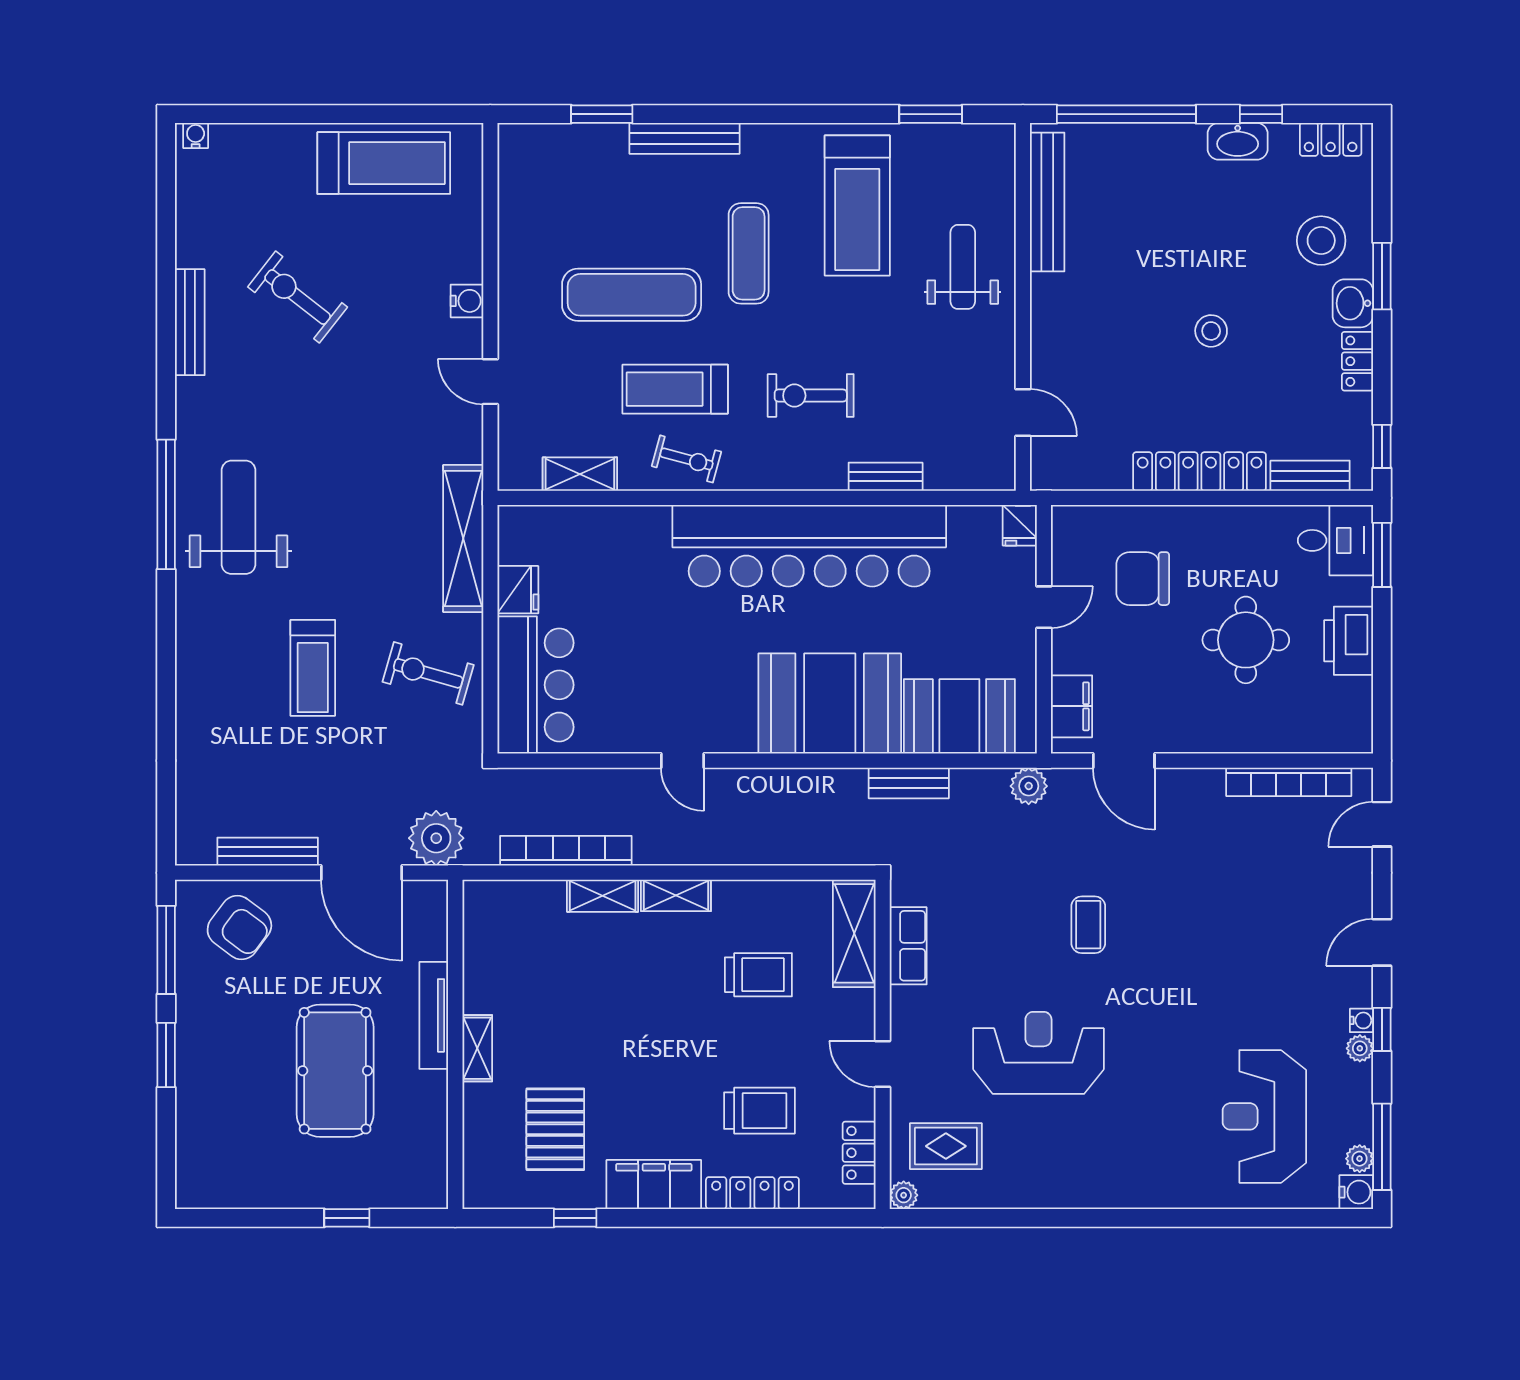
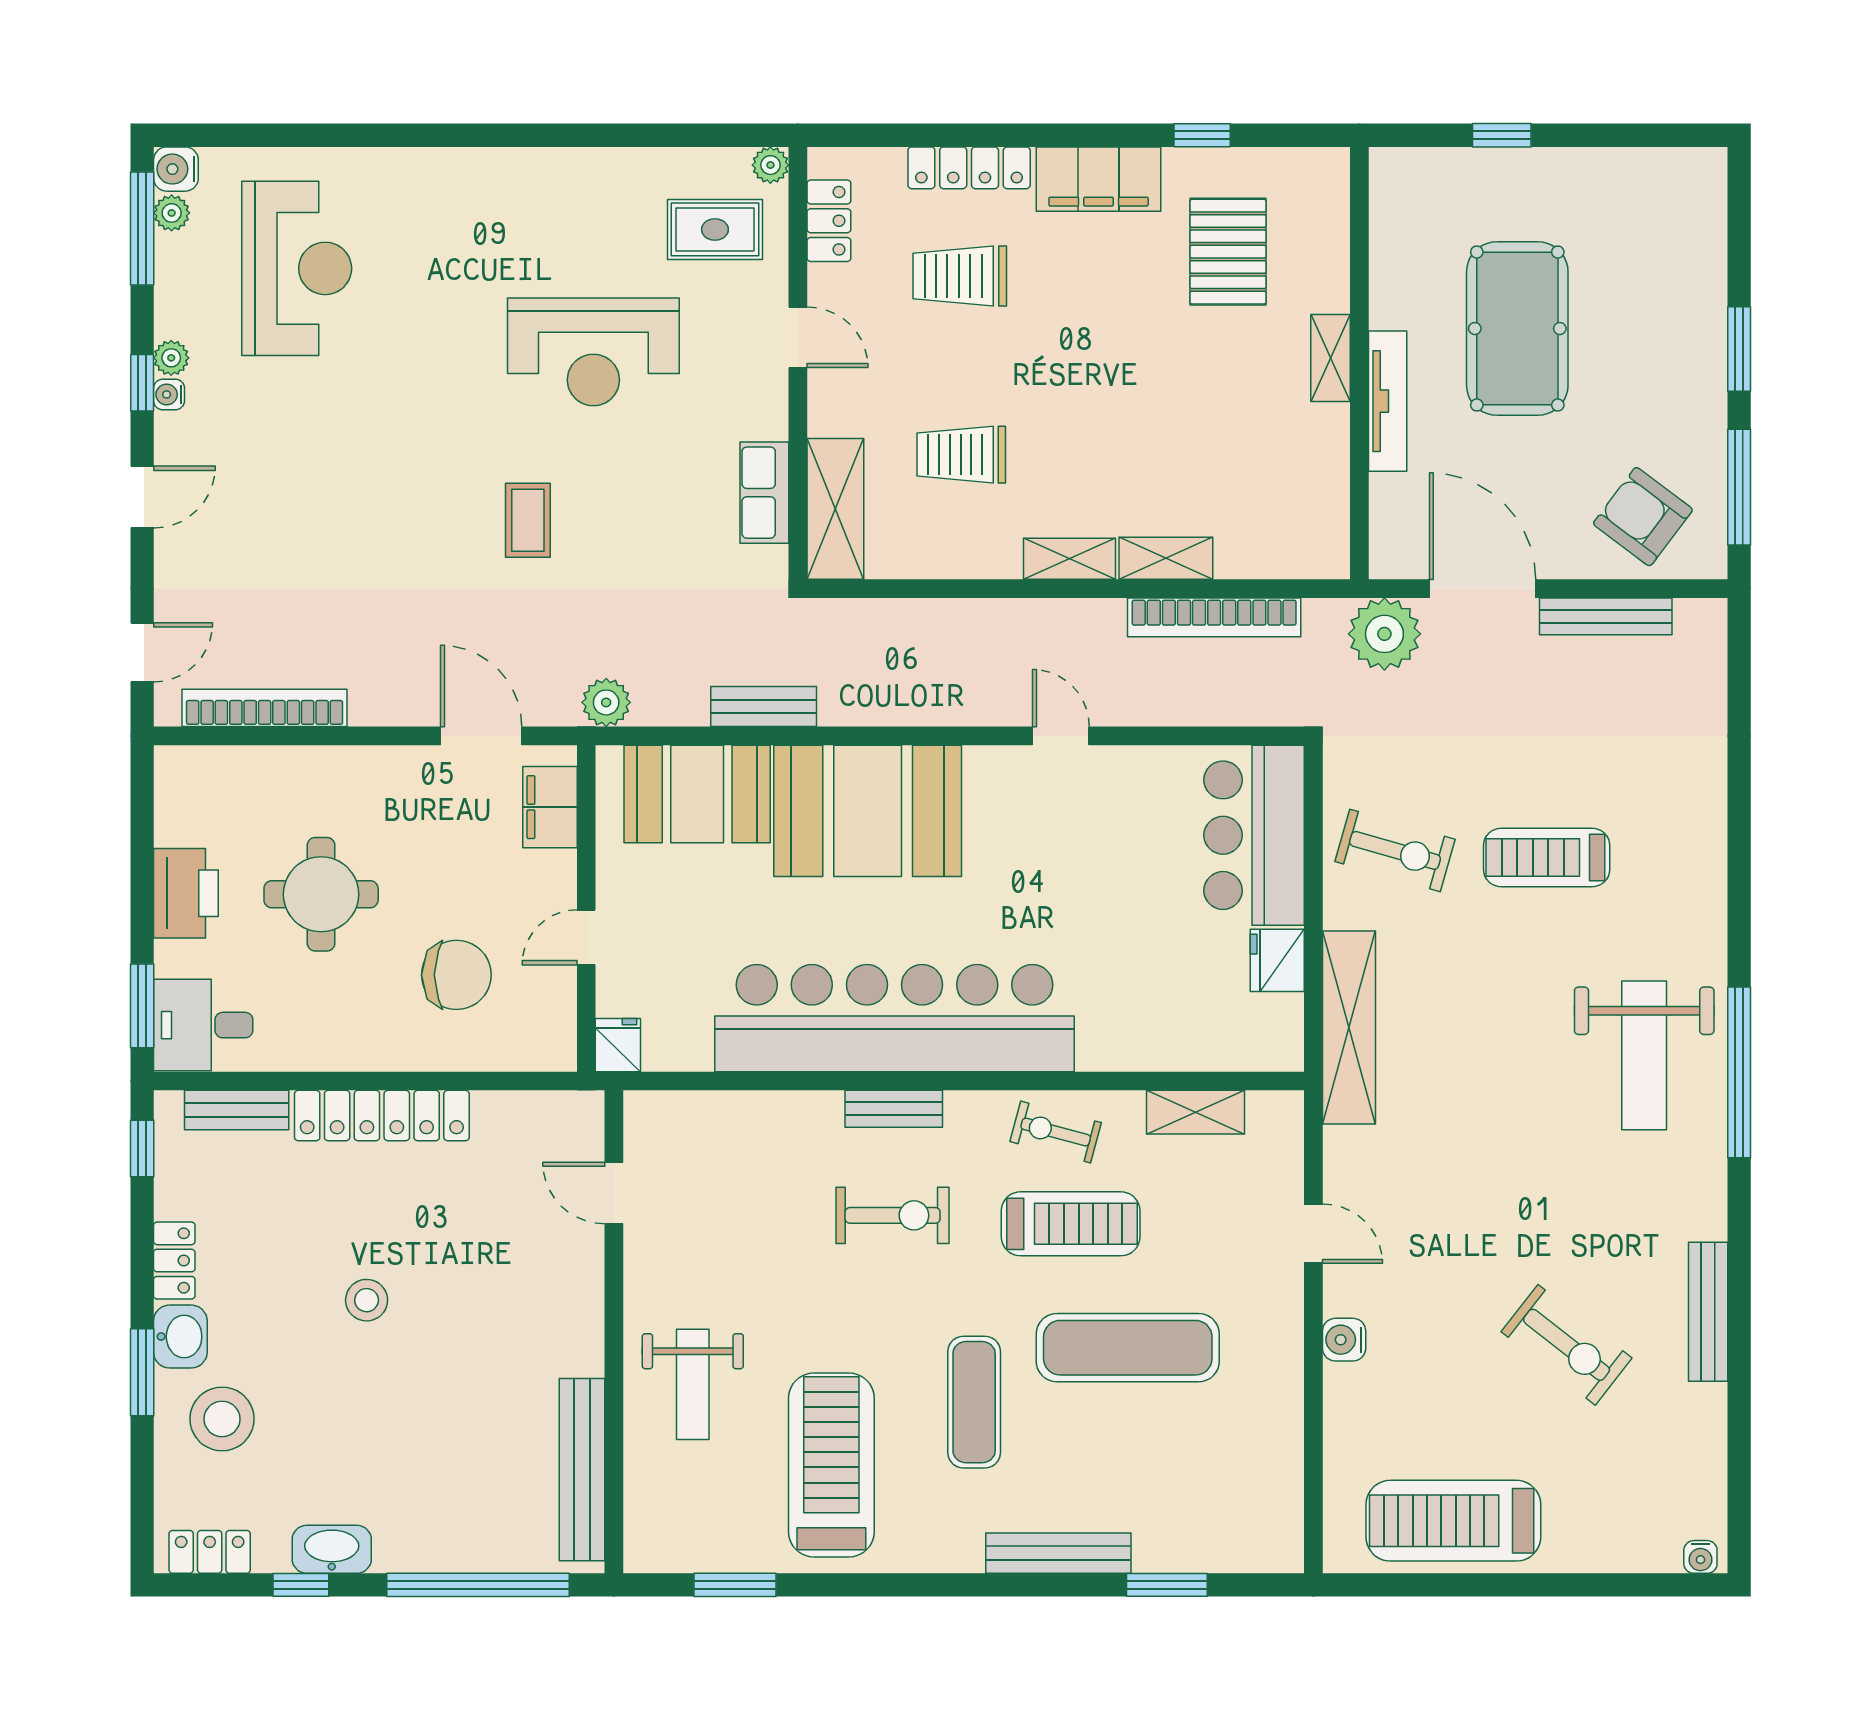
bench: (886, 477) -> (894, 1109), moved
treadmill: (313, 668) -> (1547, 857), turned -90

